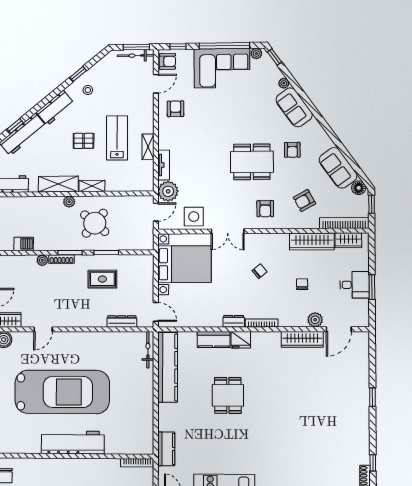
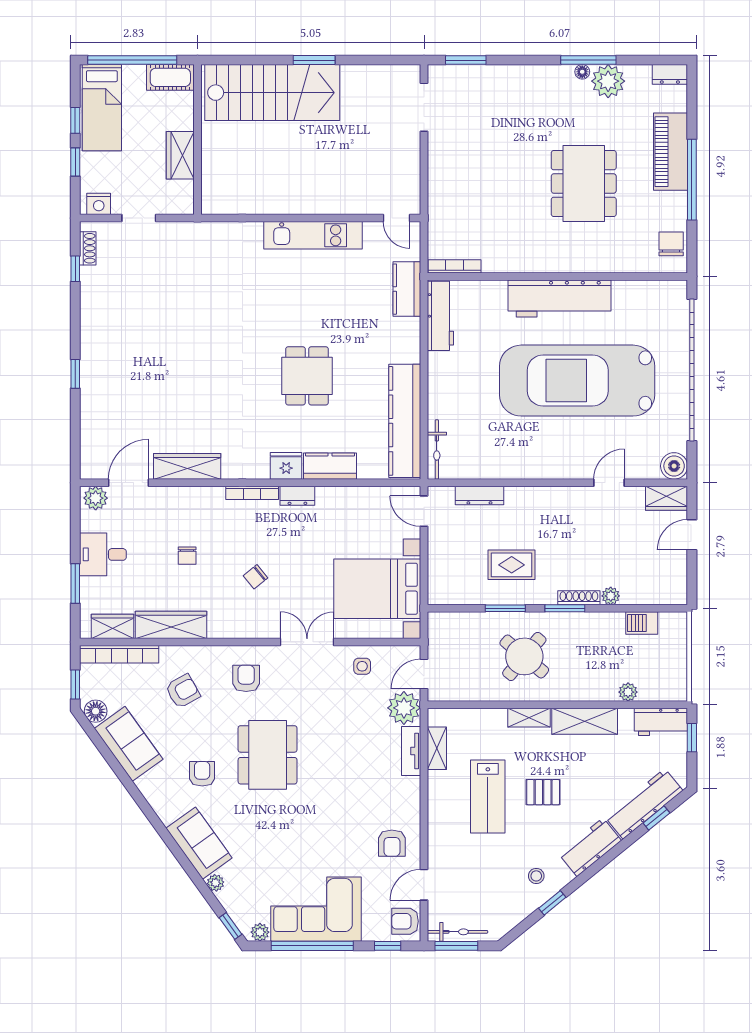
shelving: (148, 147) -> (437, 748), moved
dining table: (252, 162) -> (268, 755), turned 90
plant: (69, 202) -> (628, 692), moved
side table: (194, 217) -> (362, 666), width x0.54, depth x0.54
window: (372, 287) -> (75, 583), moved
plant: (315, 320) -> (96, 498), moved
workbench: (146, 432) -> (440, 316), added

